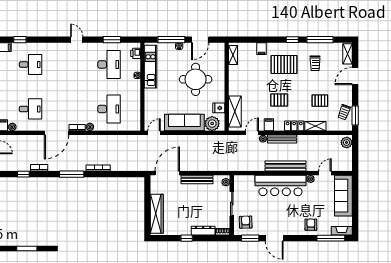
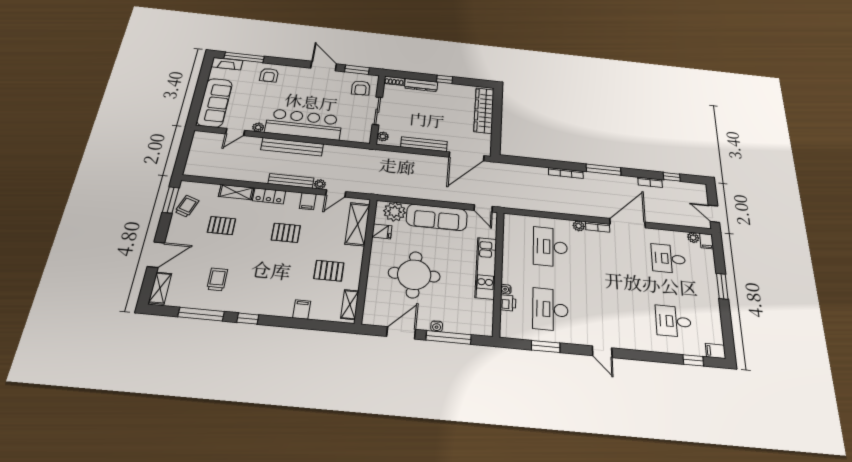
printer: (136, 53) -> (508, 303), moved
pallet: (284, 64) -> (329, 271), moved, width x0.67, depth x0.71
kitchen unit: (151, 67) -> (486, 268), moved
door: (154, 133) -> (483, 208), hinge flipped
plant: (347, 142) -> (193, 166), removed

